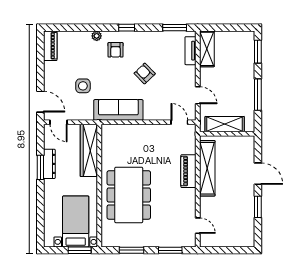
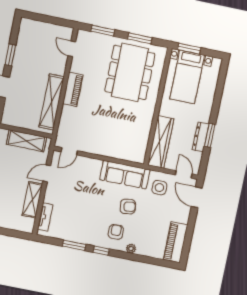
window: (175, 28) -> (74, 245), moved
piano: (50, 46) -> (175, 242), width x1.37, depth x1.33
shelving: (207, 49) -> (32, 200), moved
armchair: (145, 73) -> (128, 207), moved, turned -53
side table: (83, 86) -> (159, 188), moved
door: (198, 95) -> (47, 173), hinge flipped
door: (179, 122) -> (69, 151), hinge flipped
piano: (188, 171) -> (73, 89), moved
dining table: (129, 195) -> (130, 72), moved

